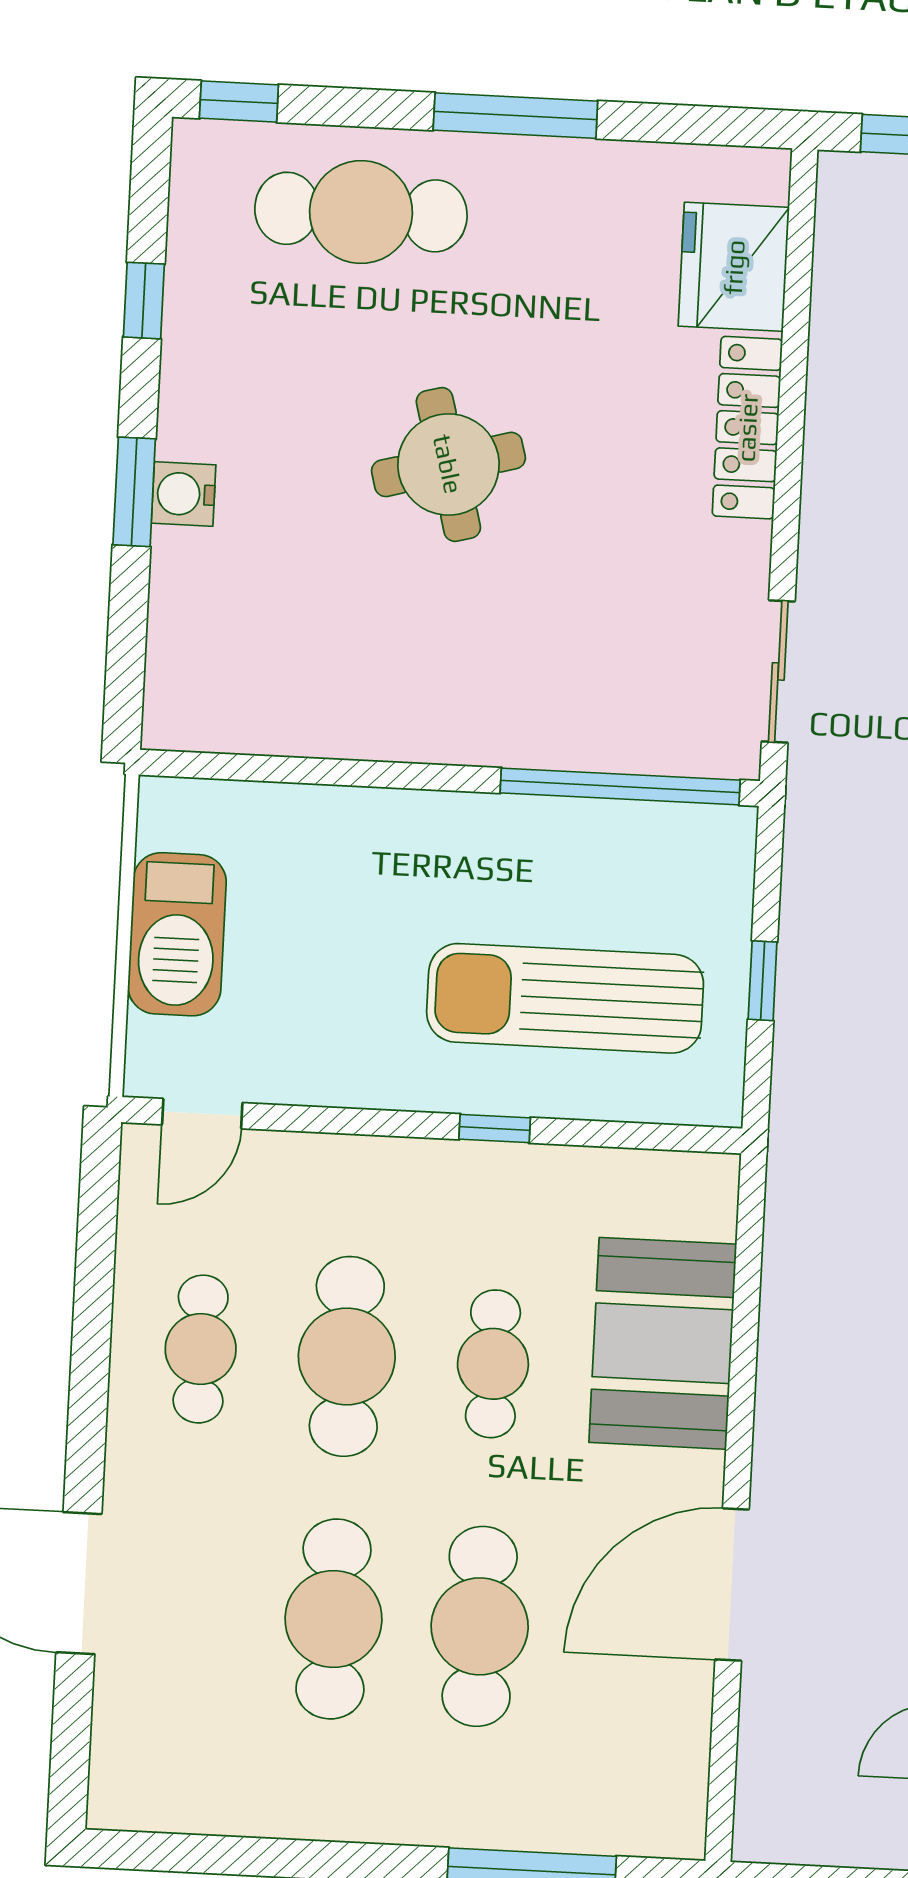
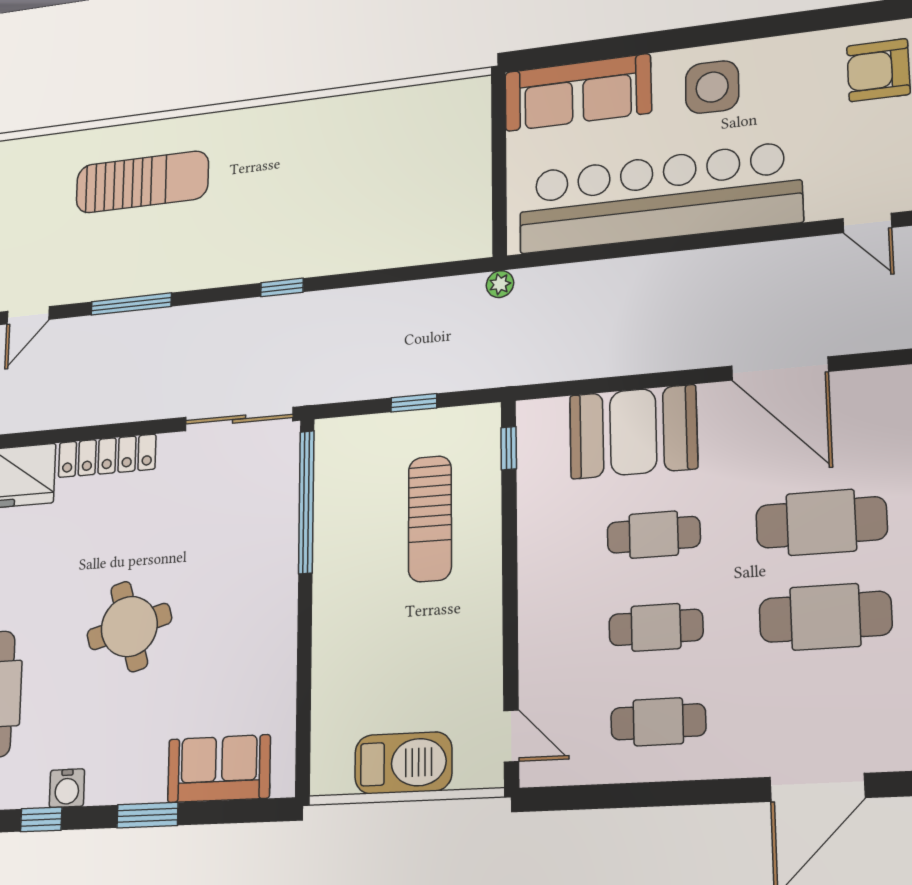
water cooler: (184, 494) -> (67, 788), moved
sofa: (198, 619) -> (219, 769), added
sliding door: (778, 671) -> (239, 419), width x1.37
sun lounger: (565, 998) -> (430, 519), width x0.73, depth x0.75
window: (495, 1129) -> (509, 448), moved
cafe table: (347, 1356) -> (656, 627), width x0.73, depth x0.74

